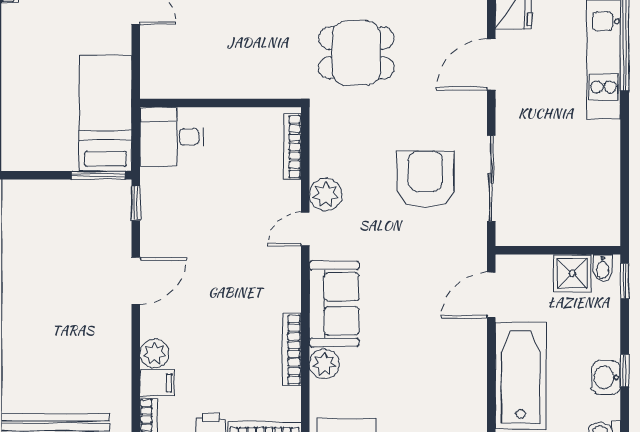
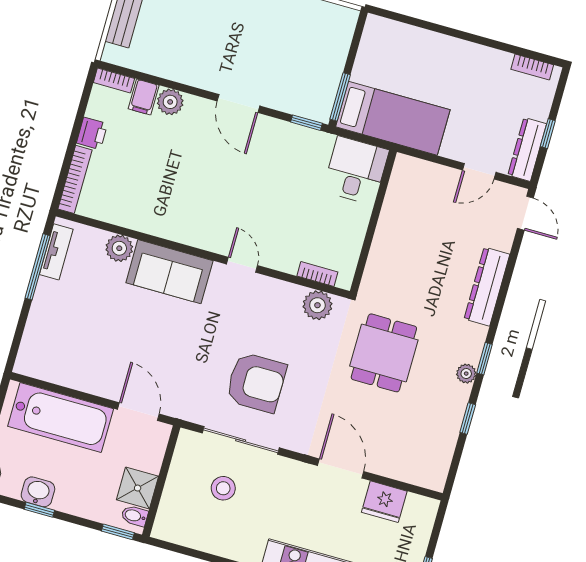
bookcase: (293, 147) -> (317, 274), width x0.64
stool: (547, 183) -> (223, 488), added
plant: (326, 195) -> (317, 305), moved
bookcase: (292, 349) -> (140, 223), removed

